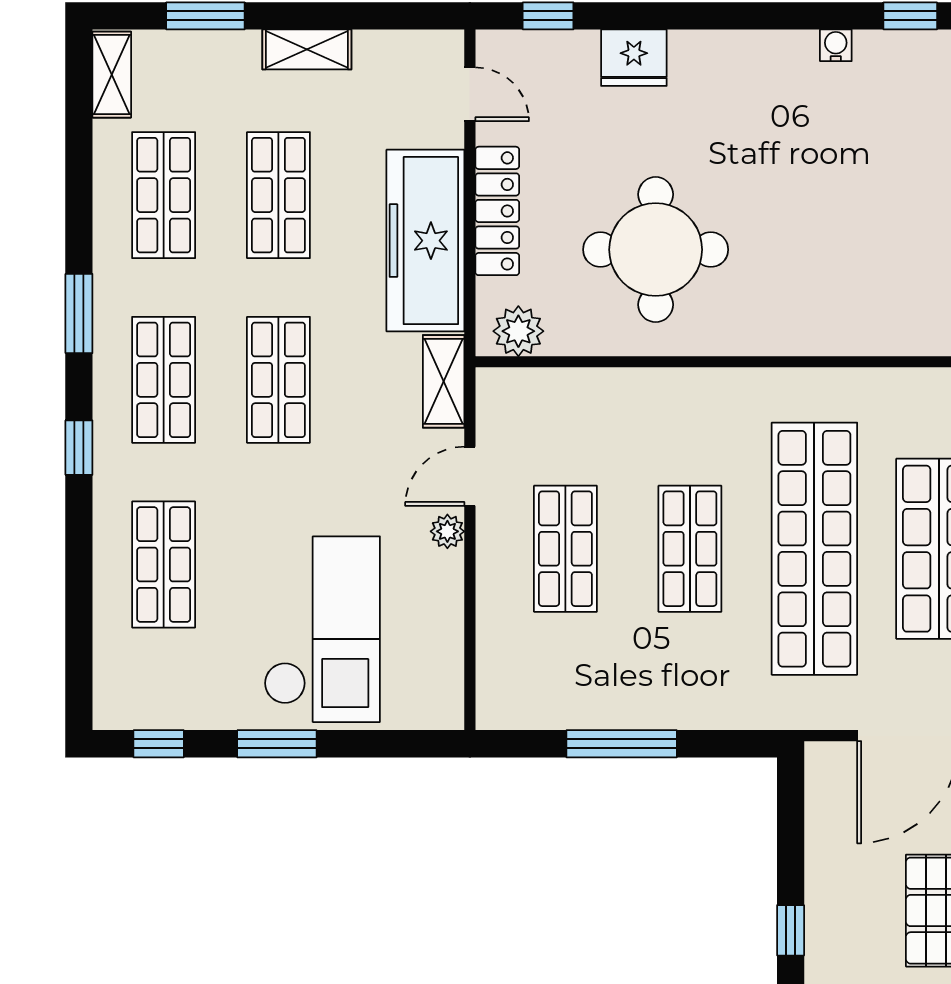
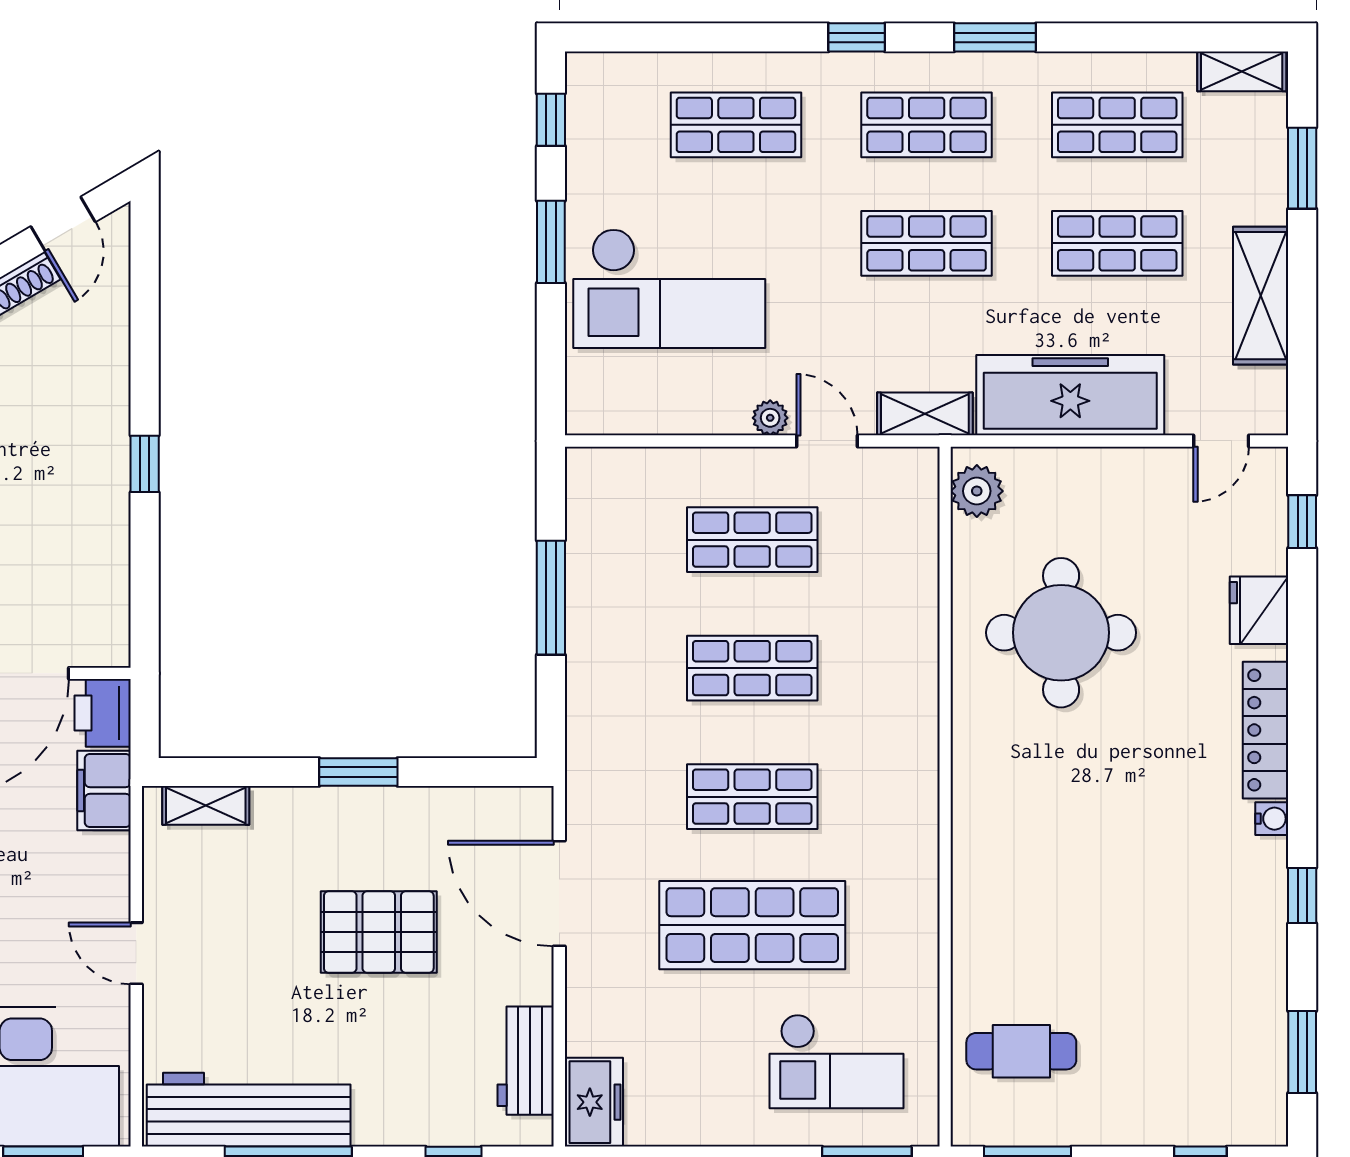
shelving: (307, 49) -> (1261, 296), width x1.50, depth x1.33
locker: (497, 211) -> (1266, 730), moved, turned 90
shop shelf: (814, 549) -> (752, 797), width x0.50, depth x0.74
window: (791, 930) -> (358, 772), width x1.50

